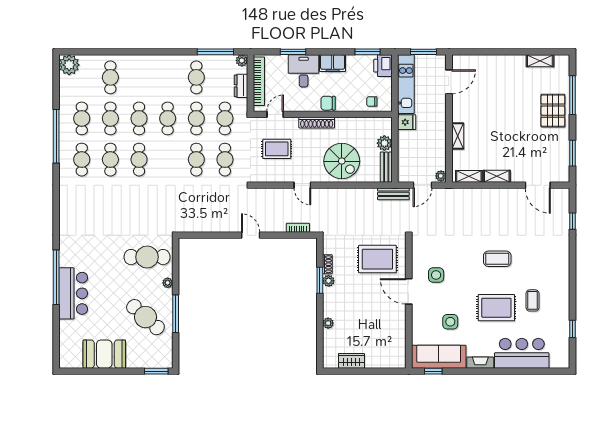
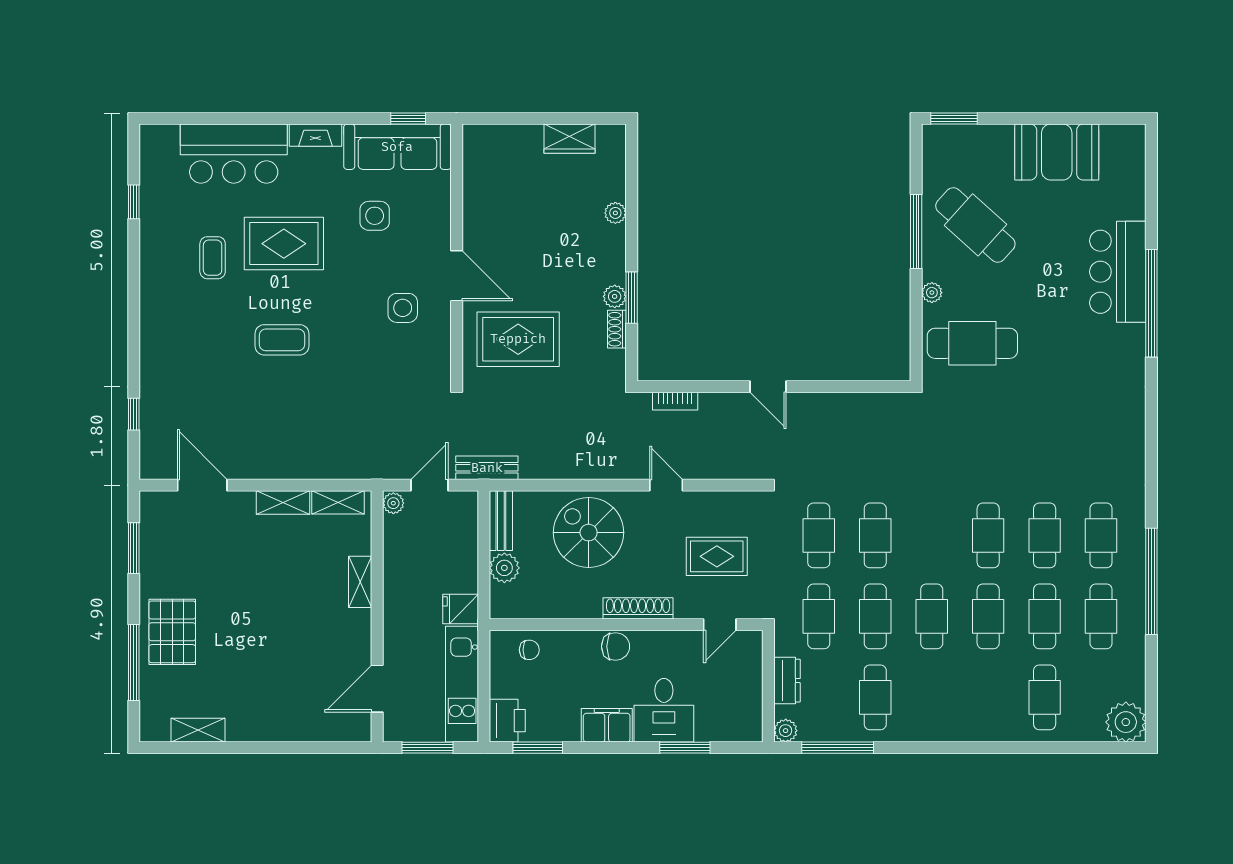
bookcase: (259, 81) -> (752, 690), removed

